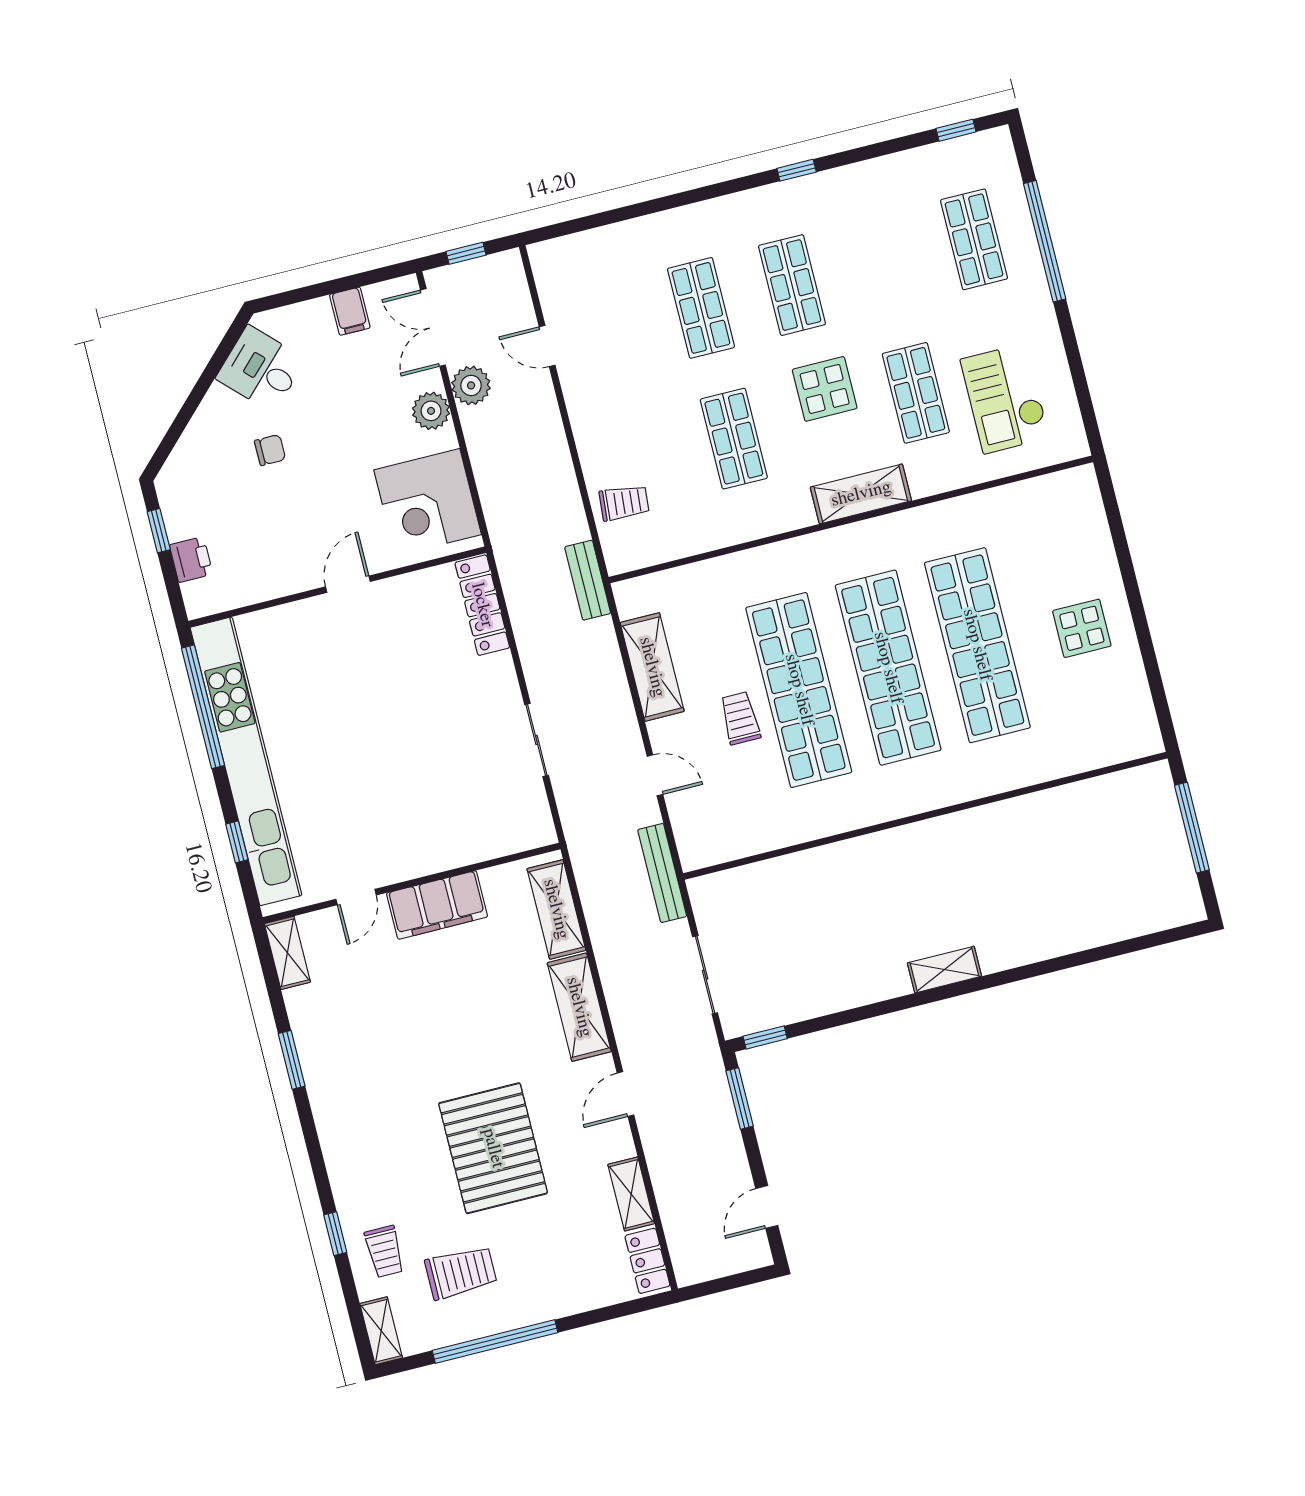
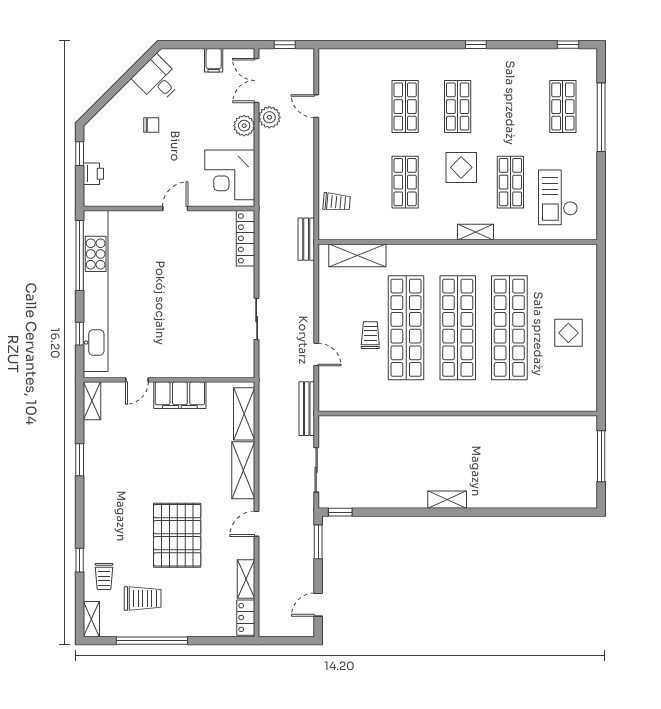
shelving: (861, 494) -> (476, 232), width x0.67, depth x0.75
shelving: (652, 667) -> (357, 255), moved, turned 90

